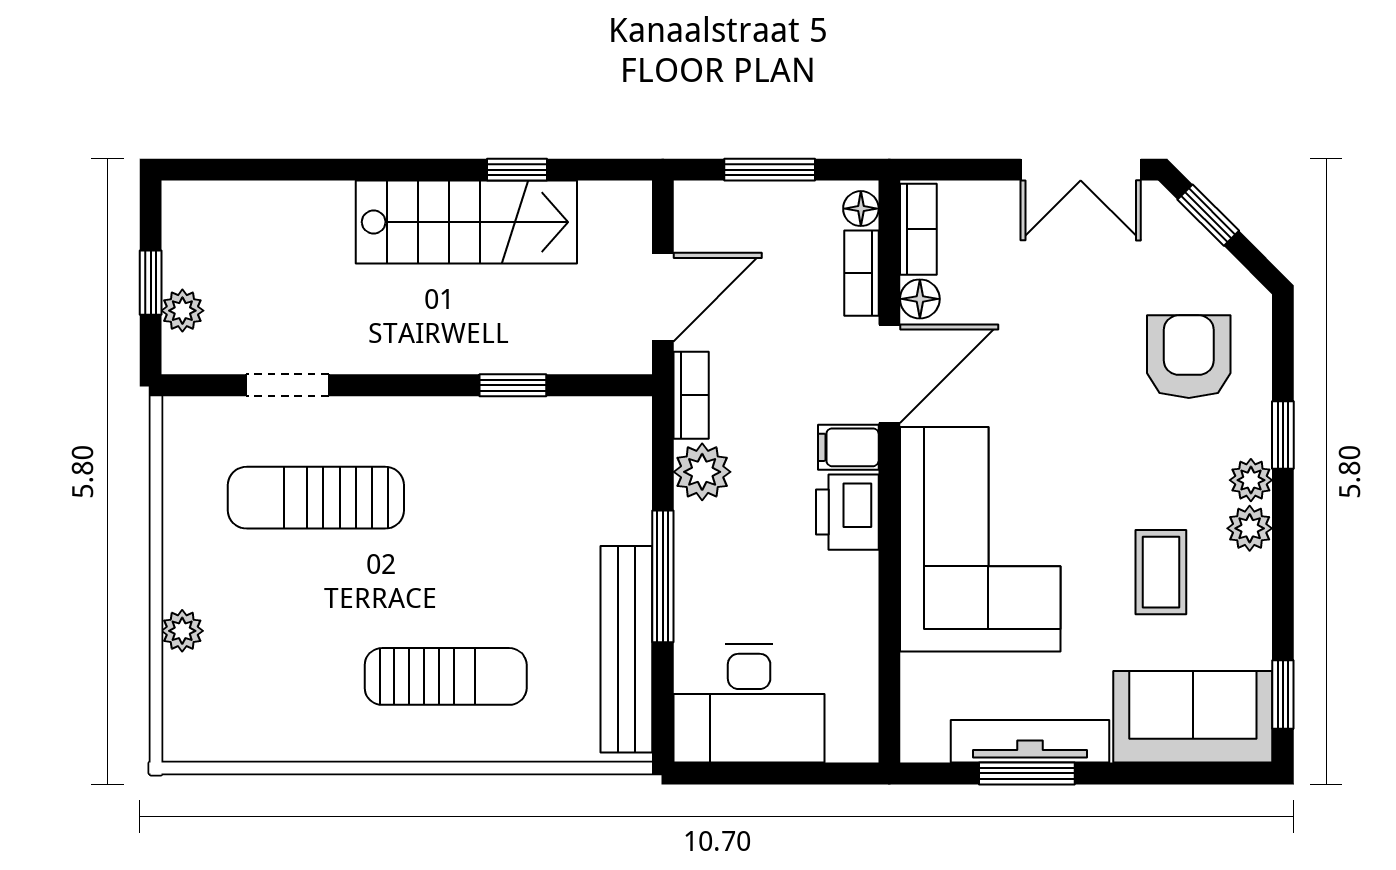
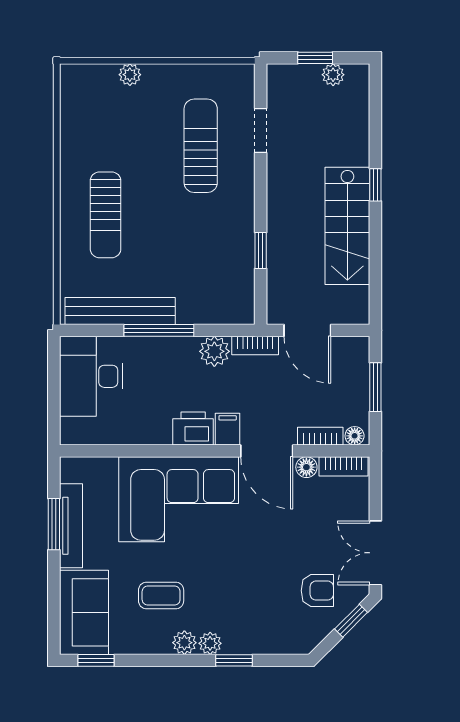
window: (517, 170) -> (375, 185), moved
plant: (182, 311) -> (333, 75), moved
armchair: (1189, 357) -> (317, 591), moved, width x0.72, depth x0.72

